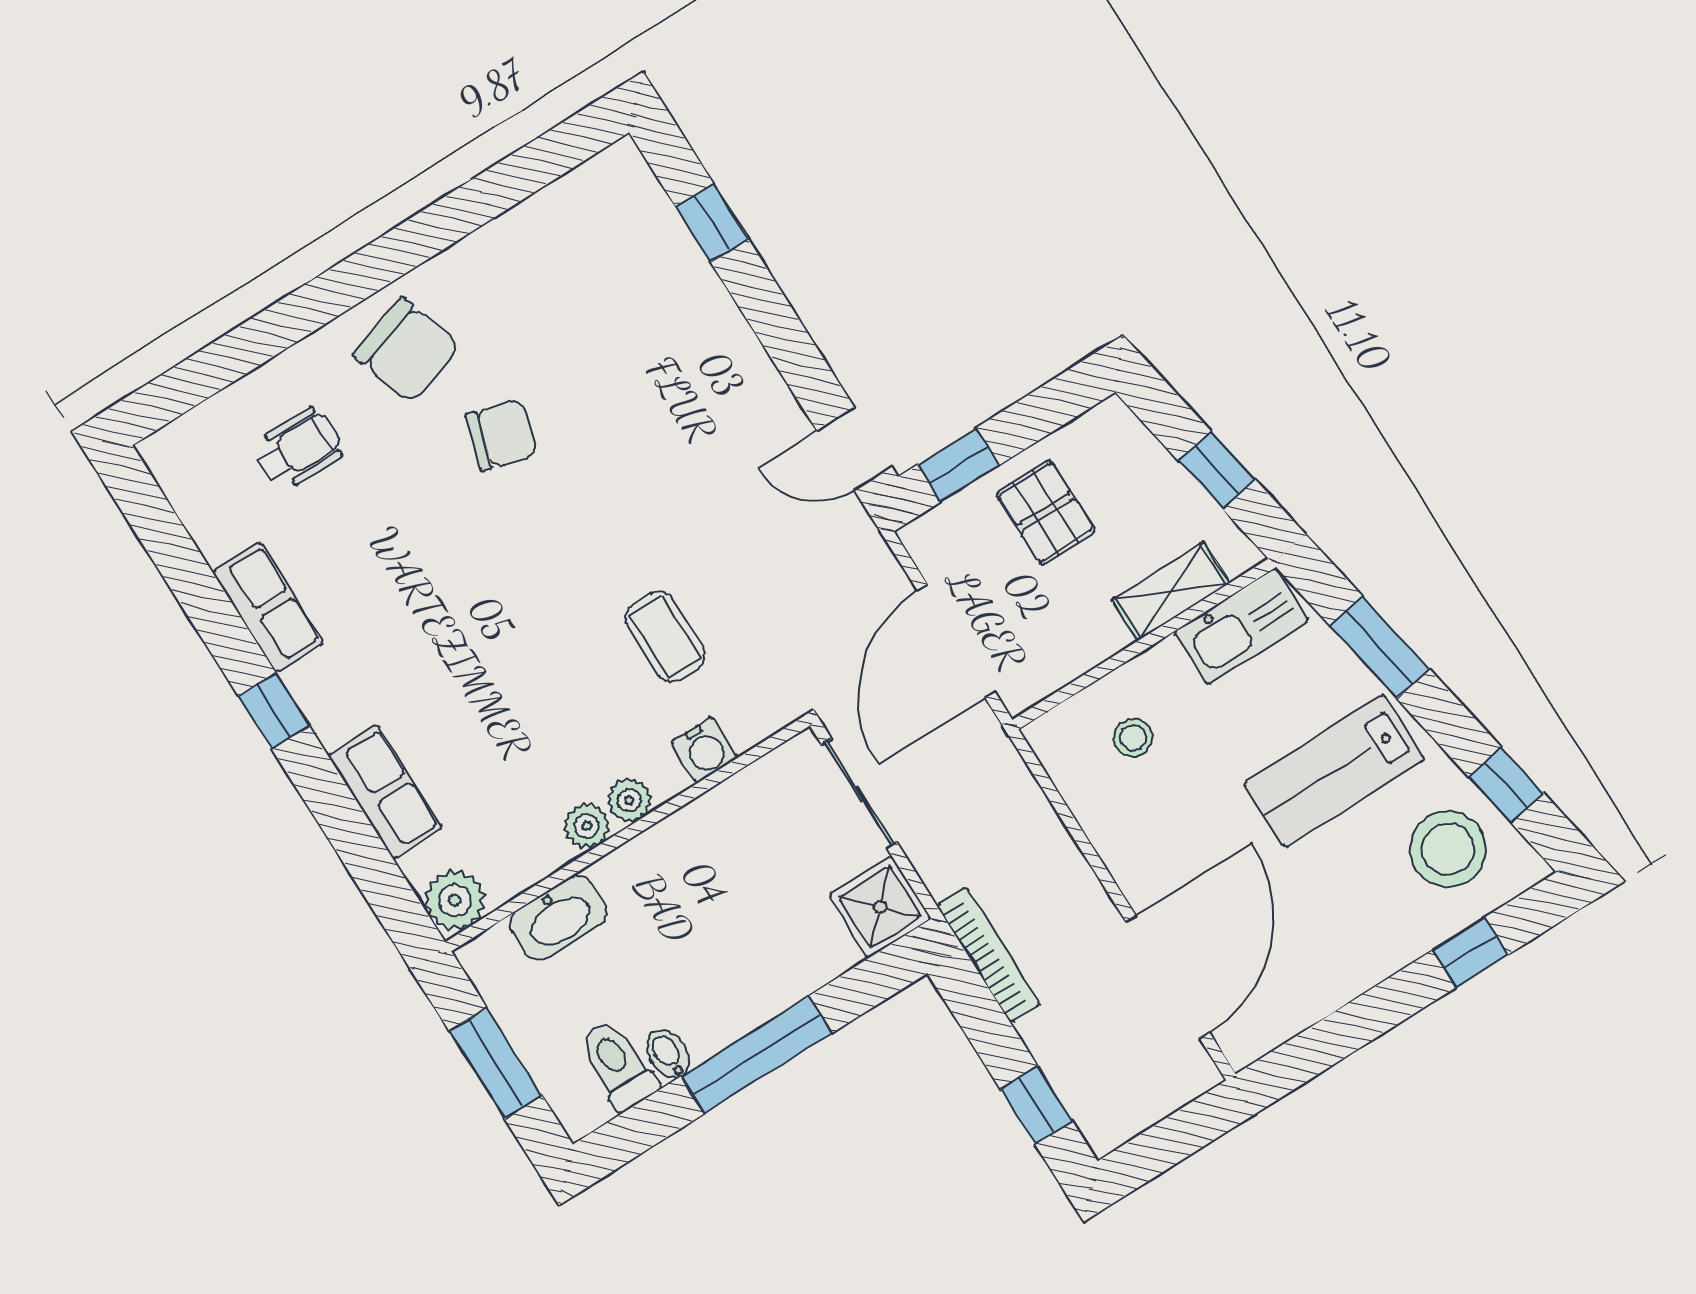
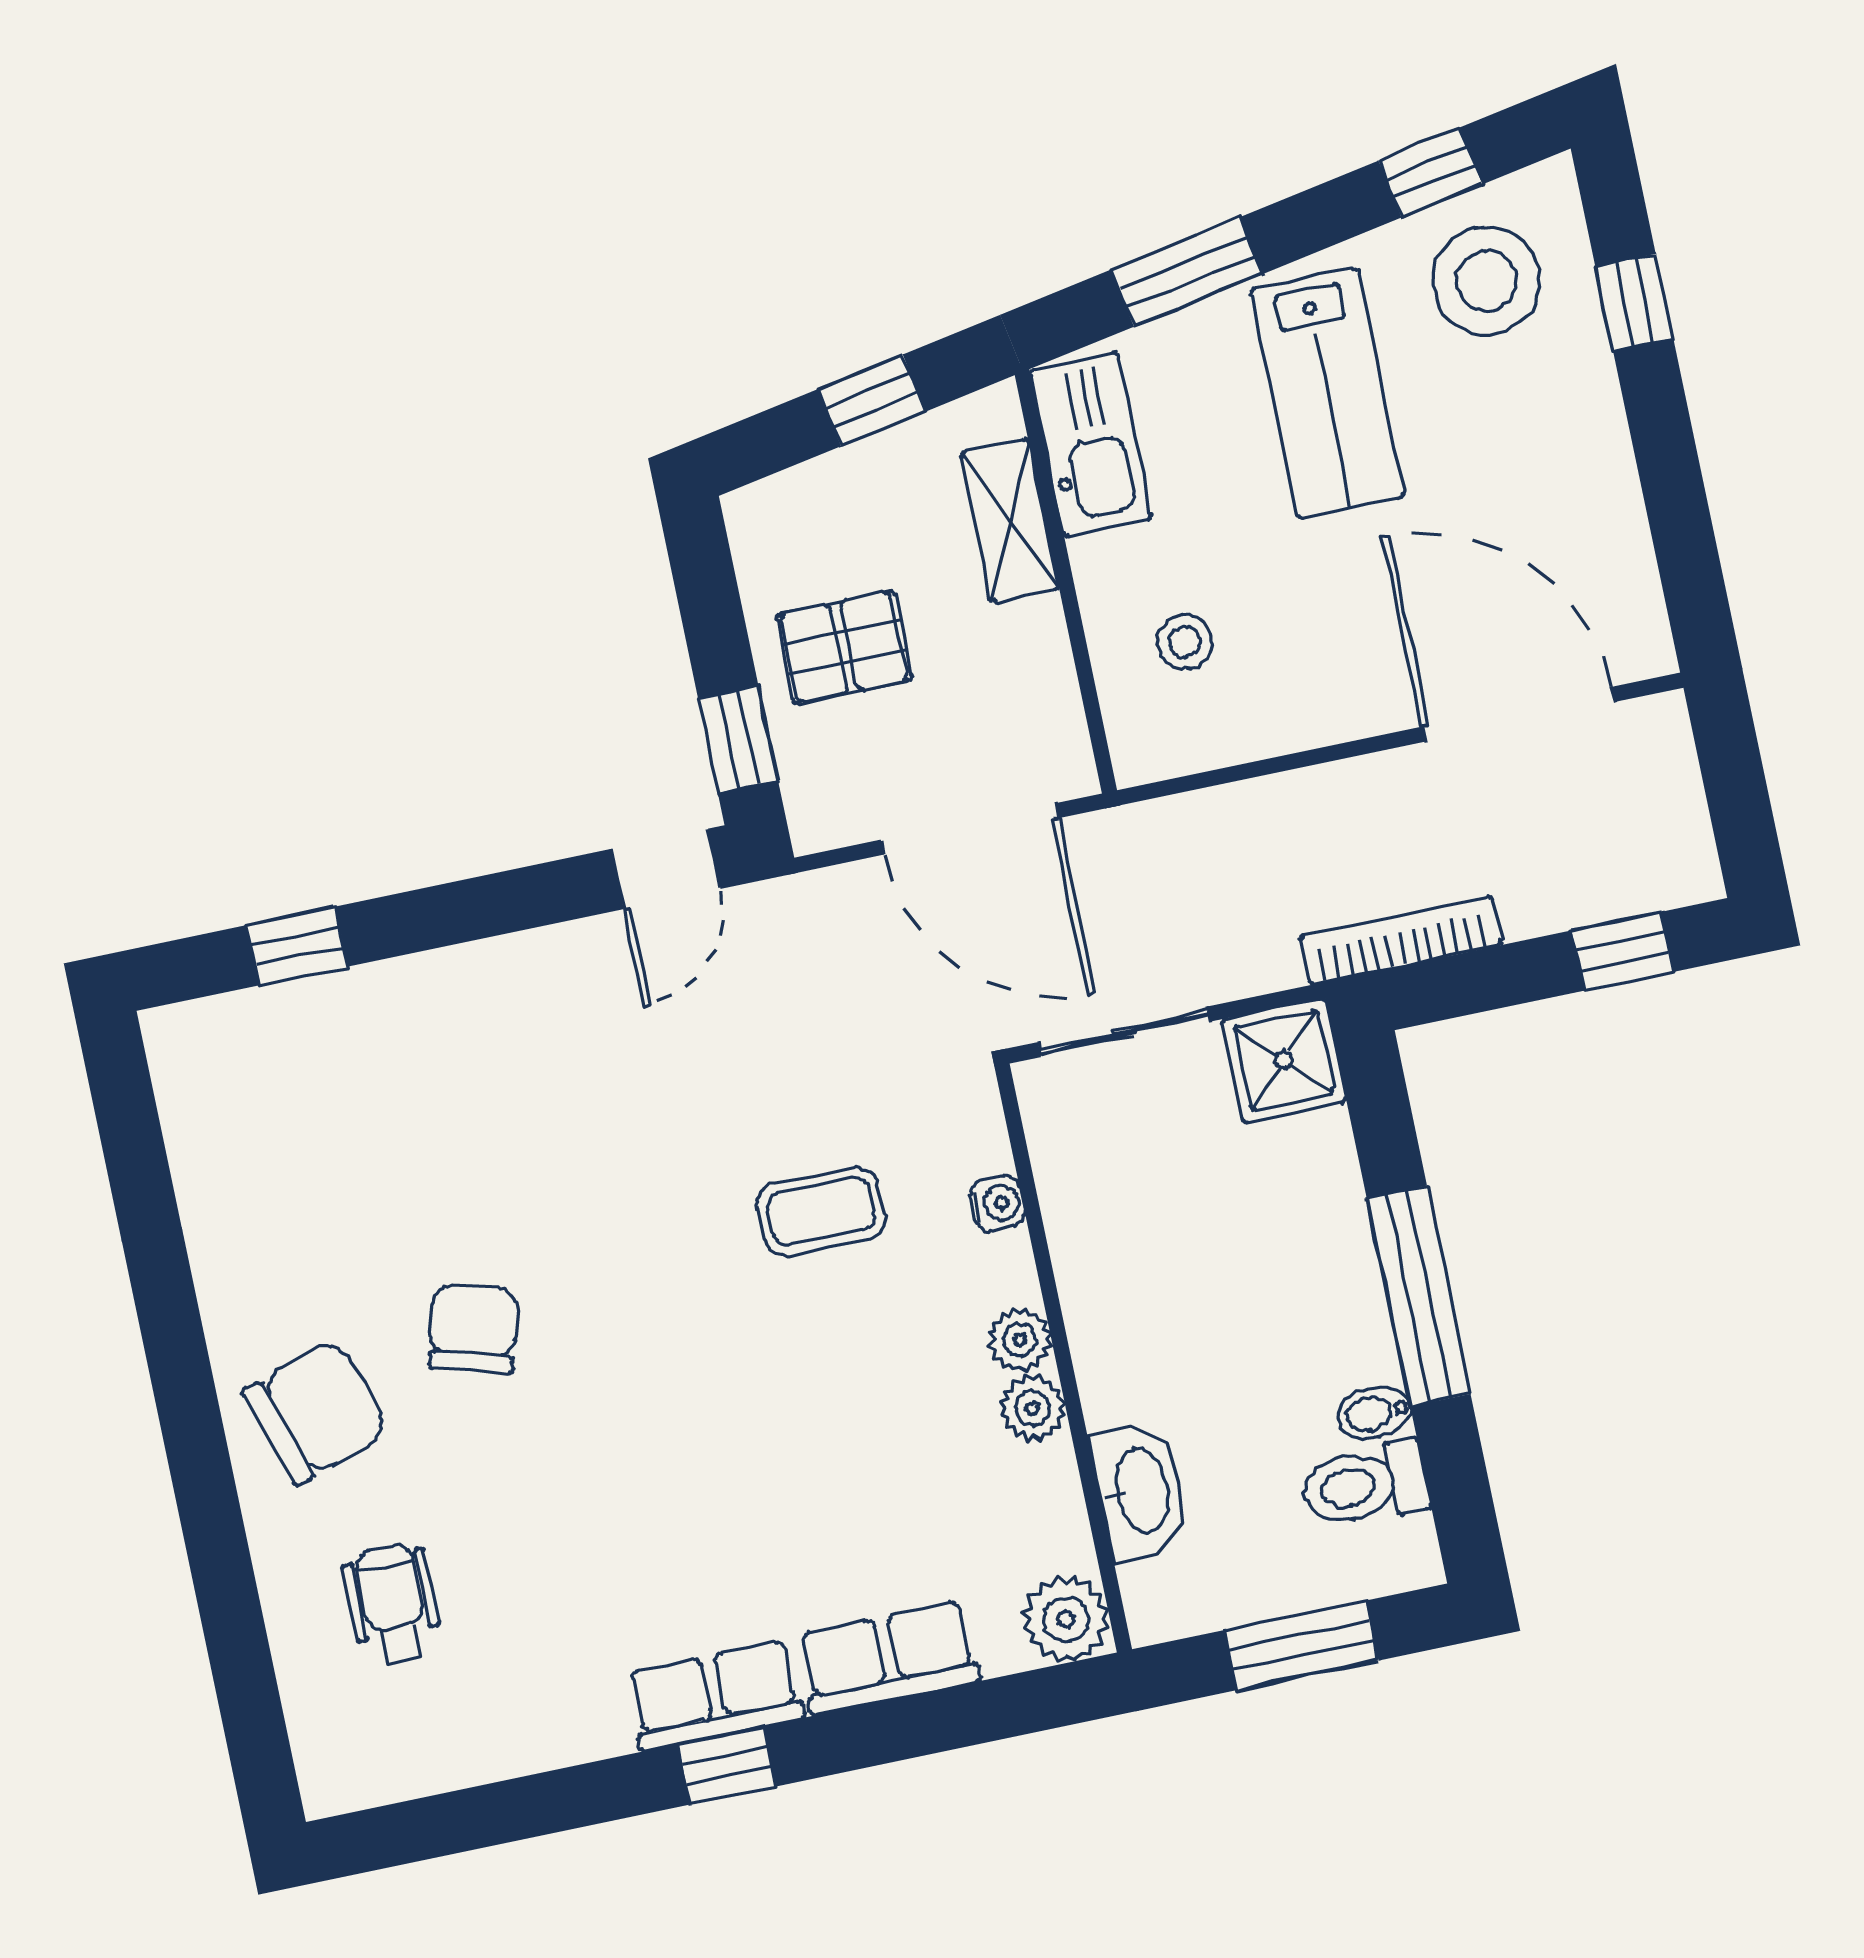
row of seats: (268, 607) -> (715, 1695), moved
water cooler: (705, 750) -> (997, 1204), width x0.72, depth x0.72

